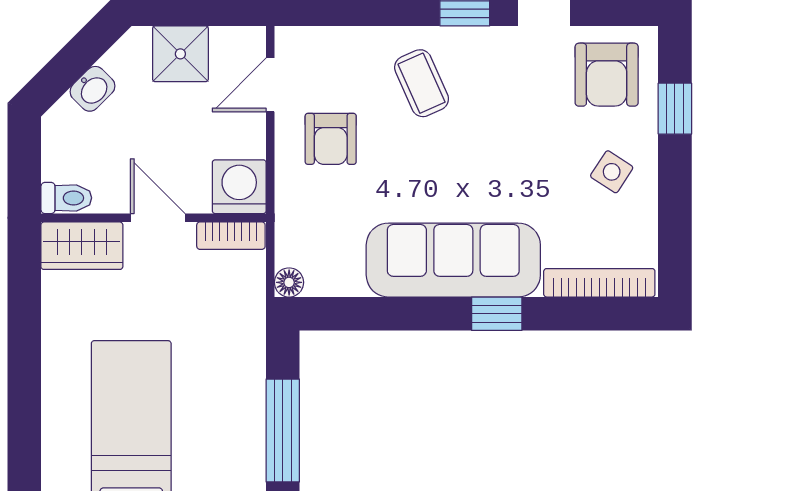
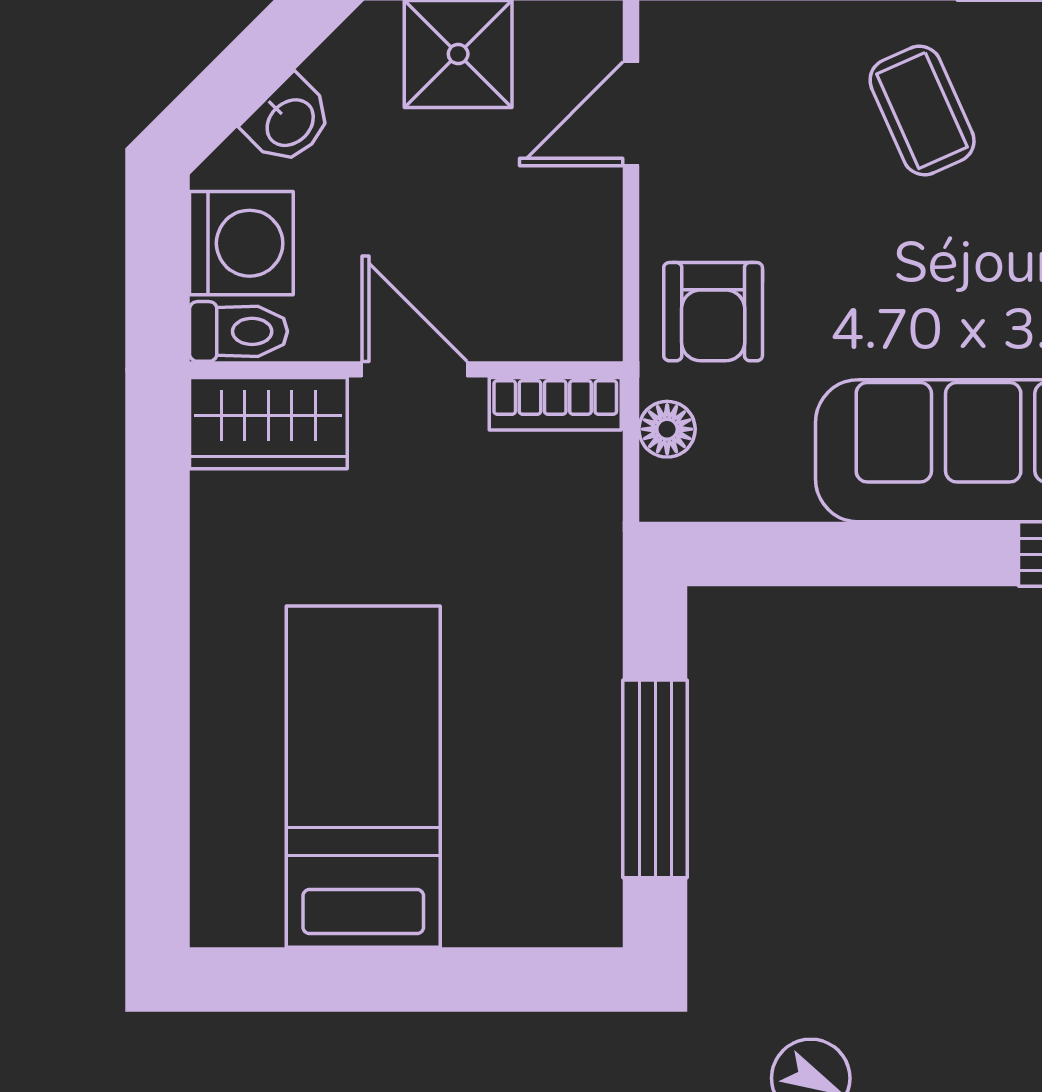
armchair: (331, 139) -> (713, 312), moved
washing machine: (239, 187) -> (241, 243), moved, turned 90
floor lamp: (289, 282) -> (667, 429), moved

